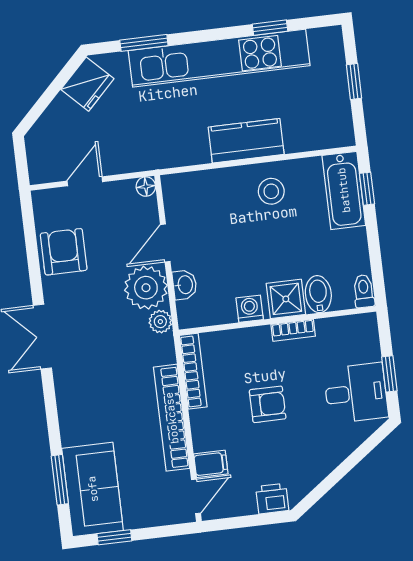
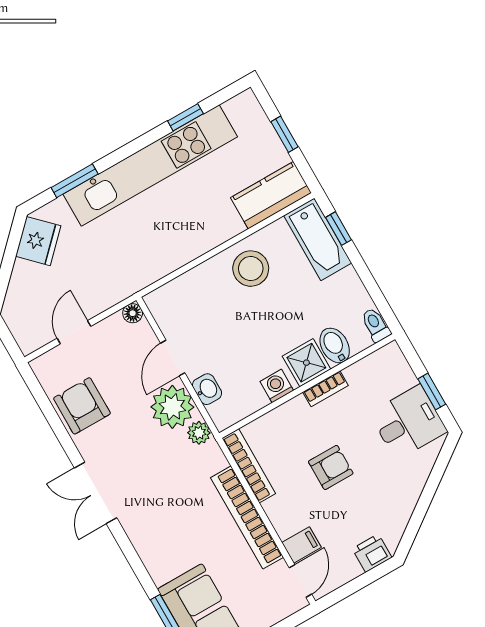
kitchen counter: (246, 141) -> (271, 195), moved
stool: (271, 191) -> (251, 269), width x1.38, depth x1.38

